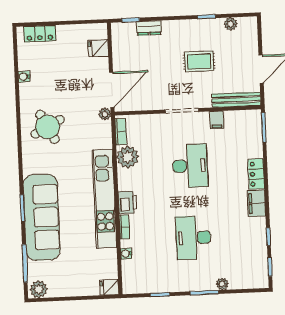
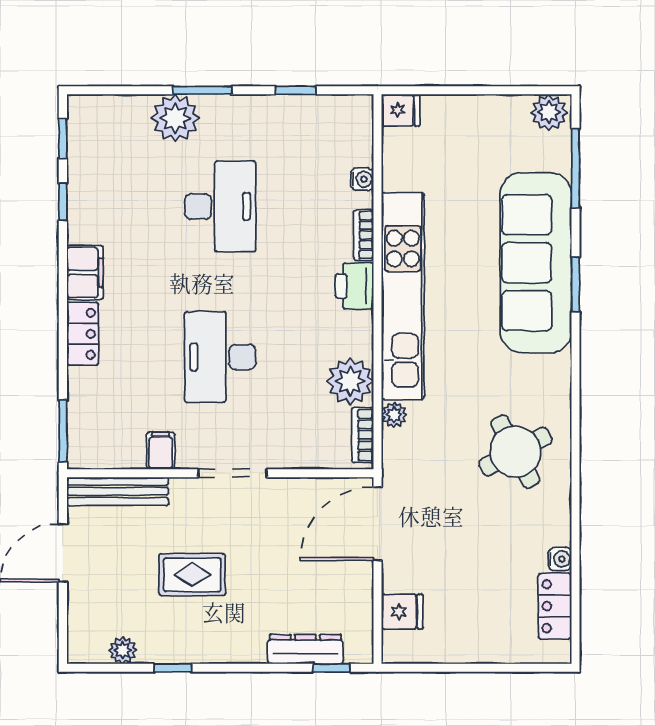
dresser: (149, 28) -> (305, 649), width x1.44
locker: (40, 34) -> (555, 606), moved, turned -90
plant: (105, 114) -> (394, 415), moved
plant: (222, 284) -> (175, 118), width x1.87, depth x1.87

